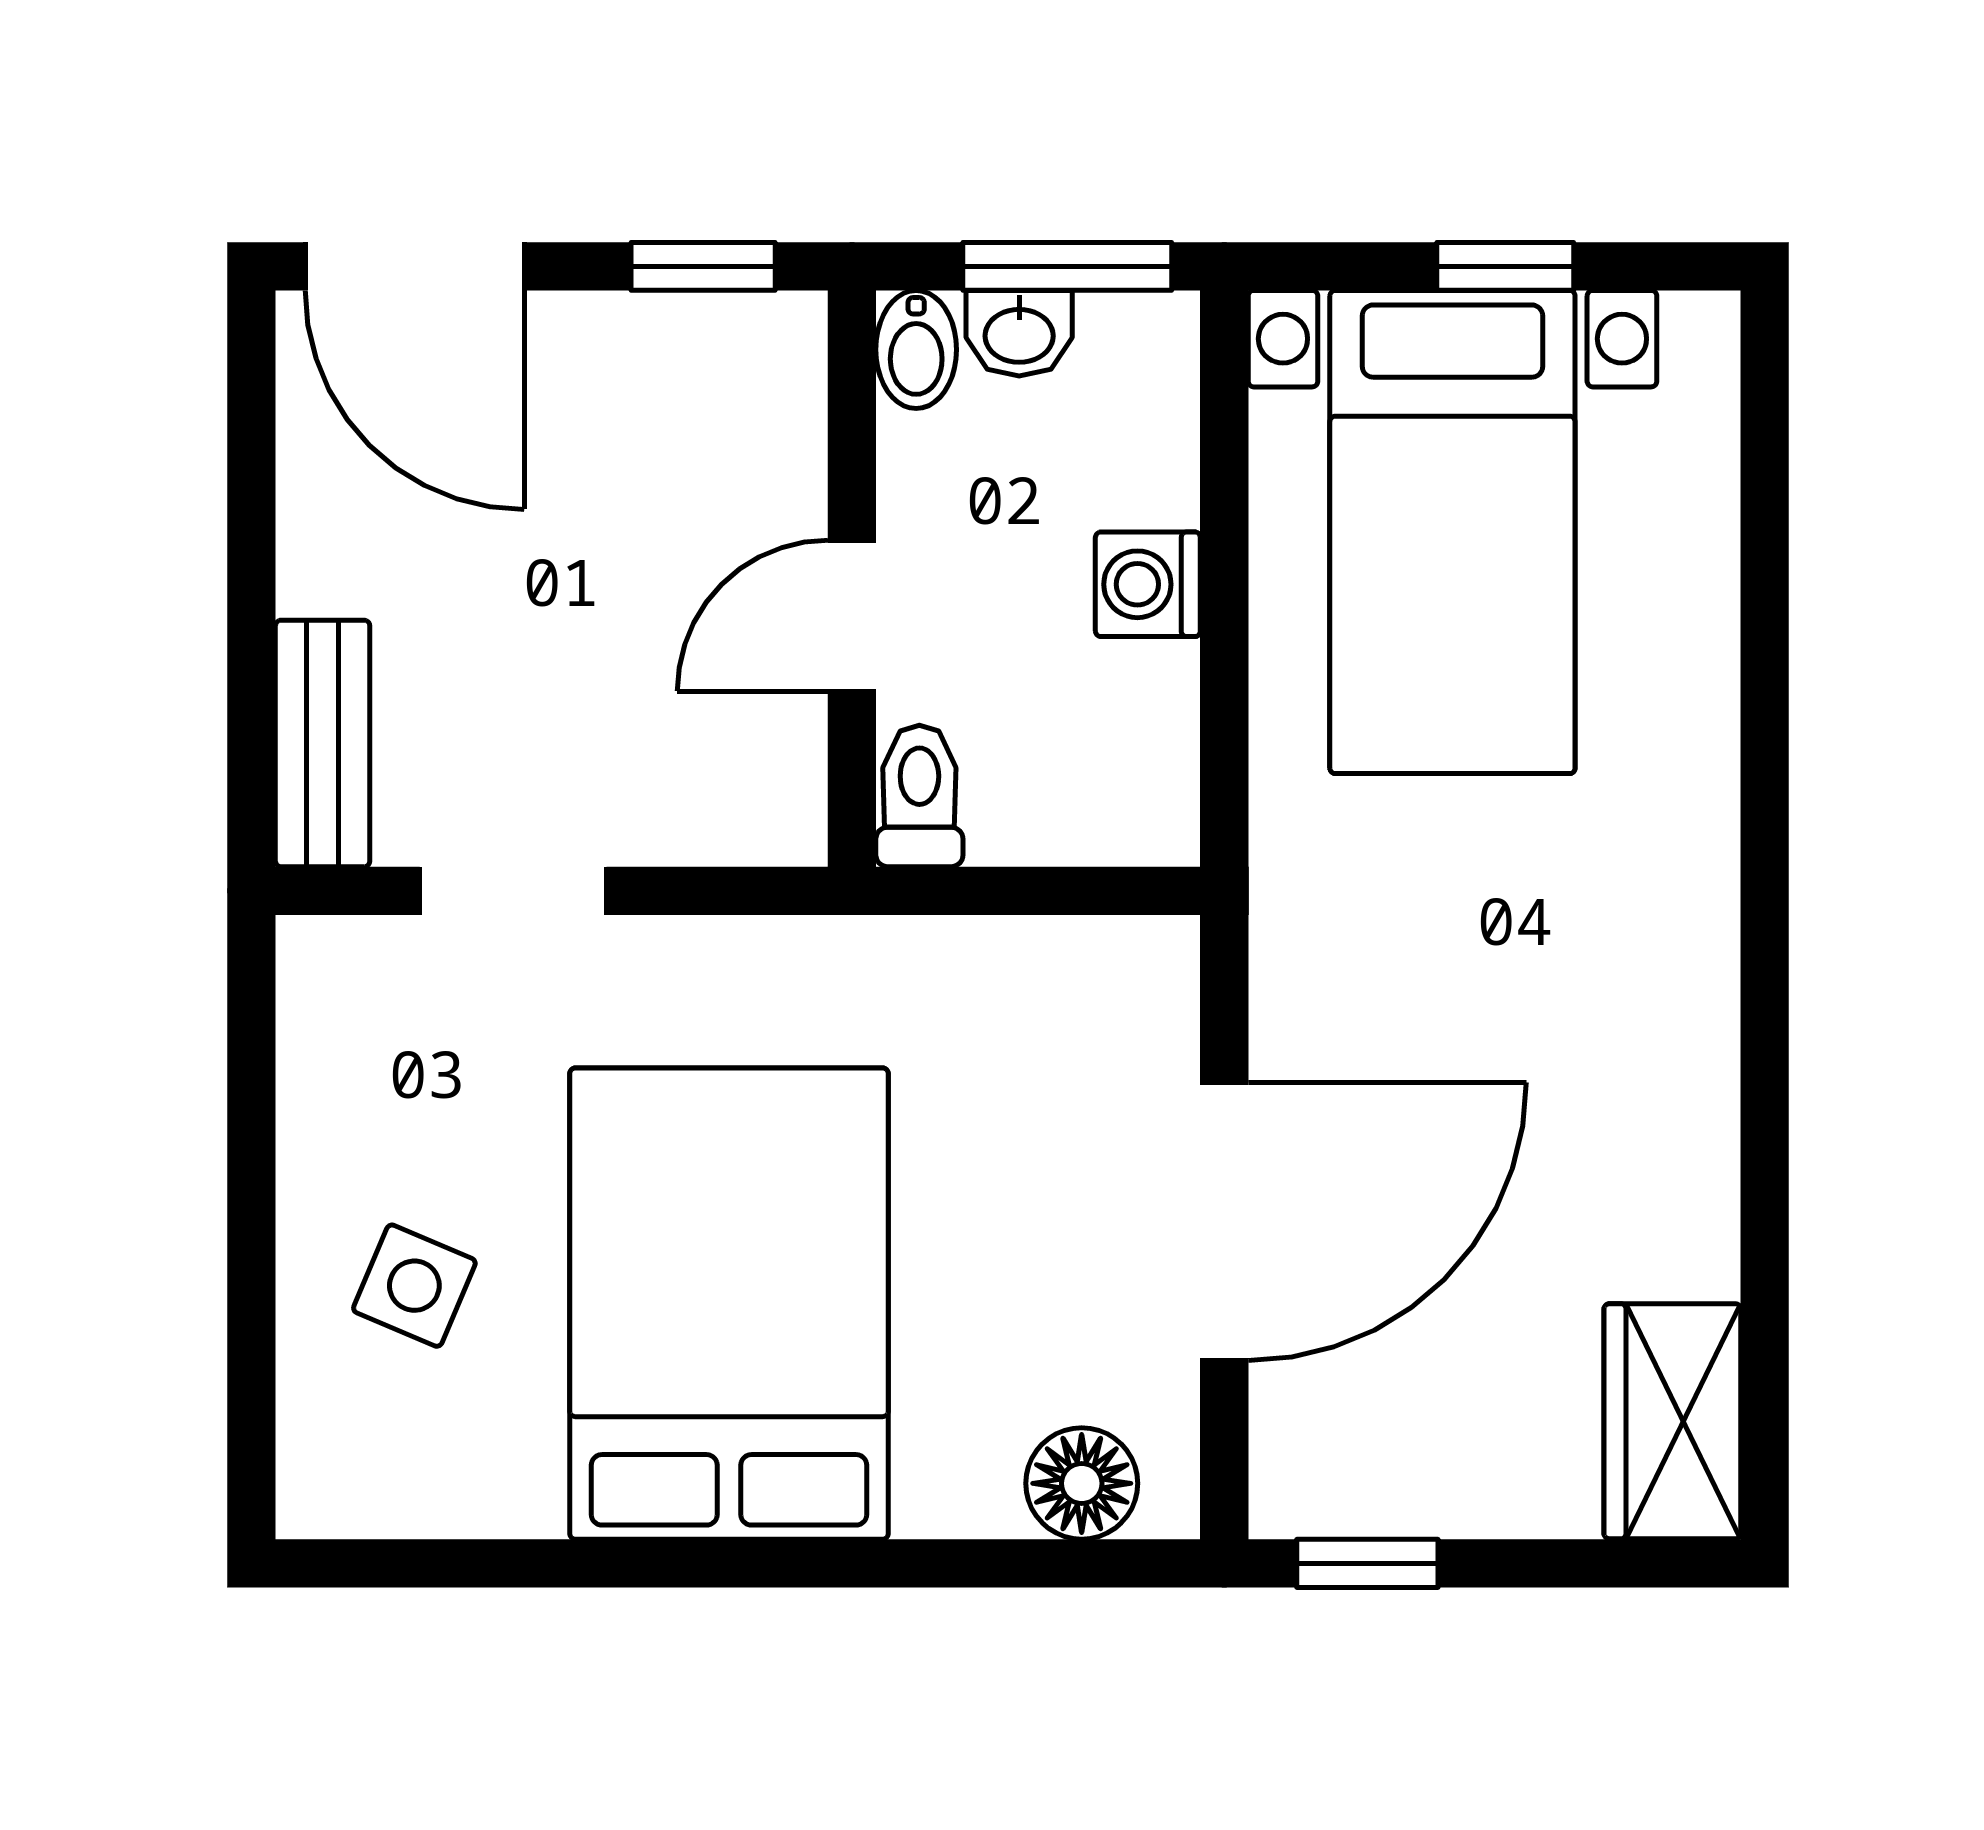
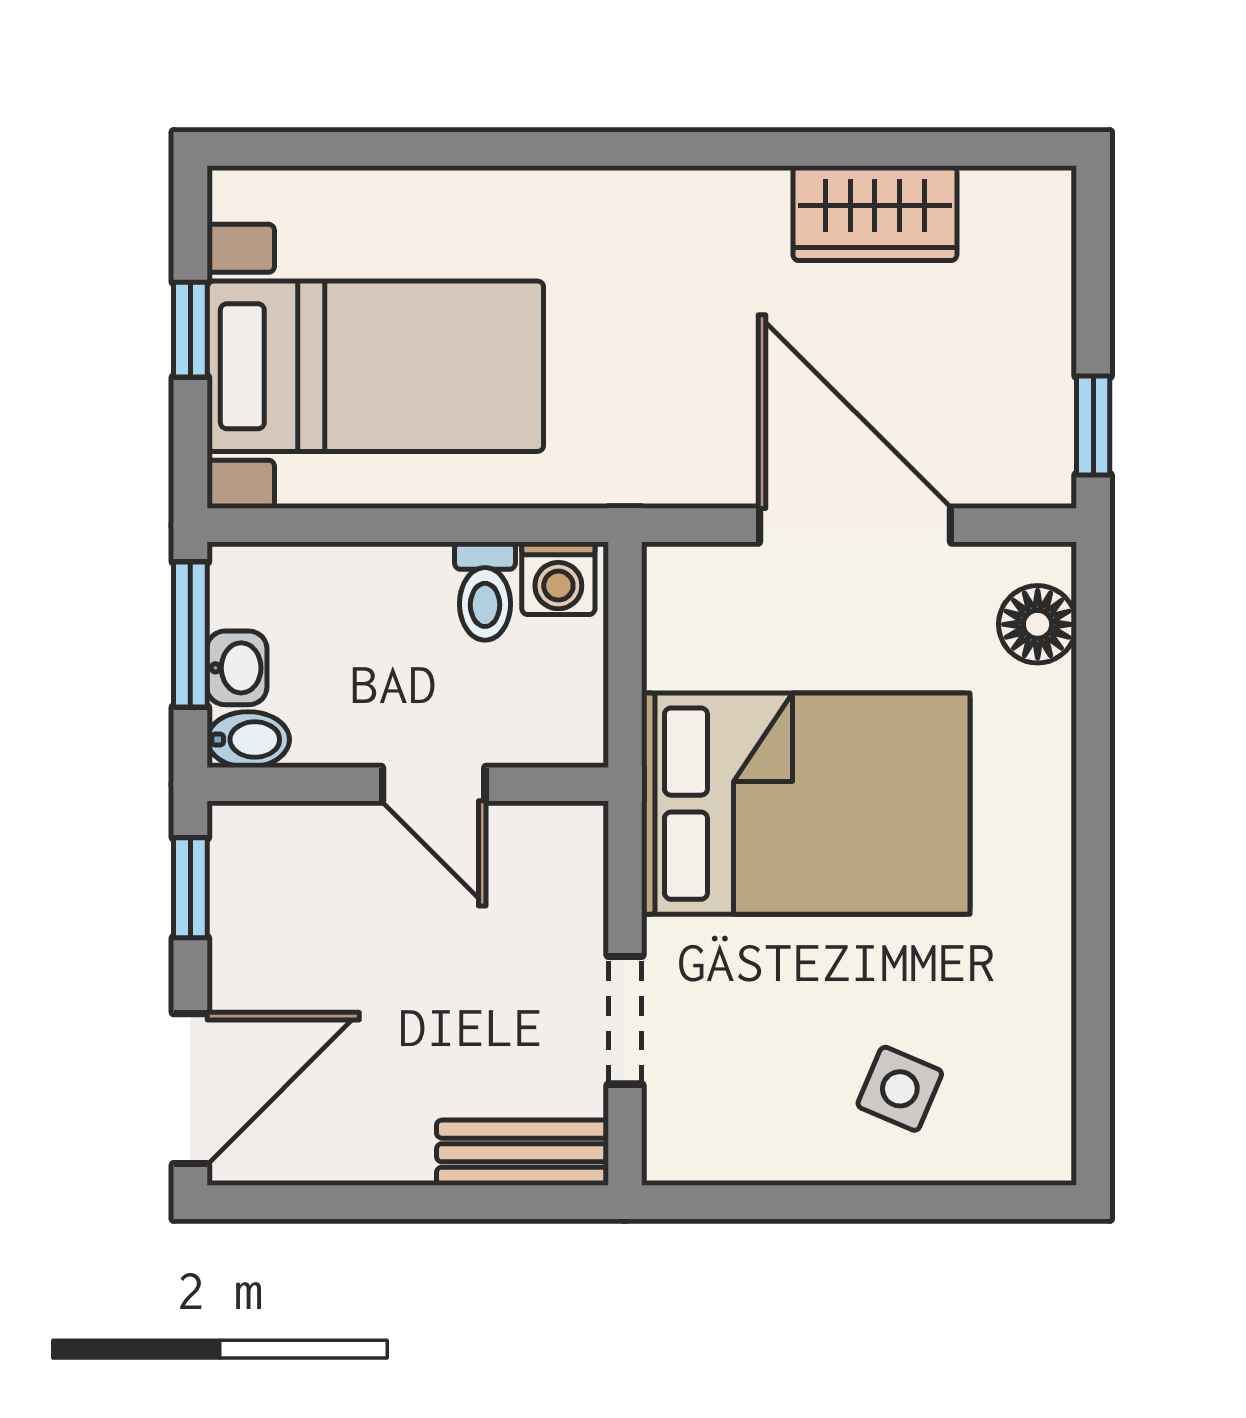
washing machine: (1148, 584) -> (558, 578), moved
toilet: (919, 796) -> (485, 591), moved, turned -90
bed: (729, 1304) -> (806, 804), moved, turned 180
wardrobe: (1672, 1421) -> (875, 213), moved

